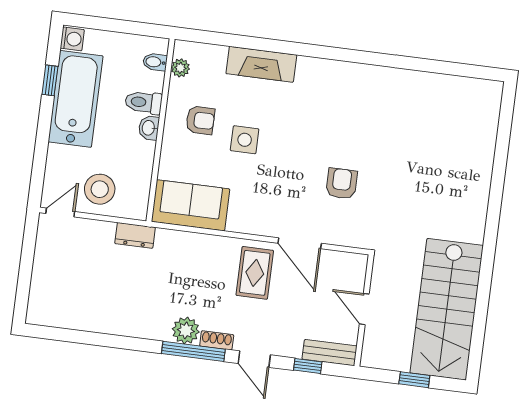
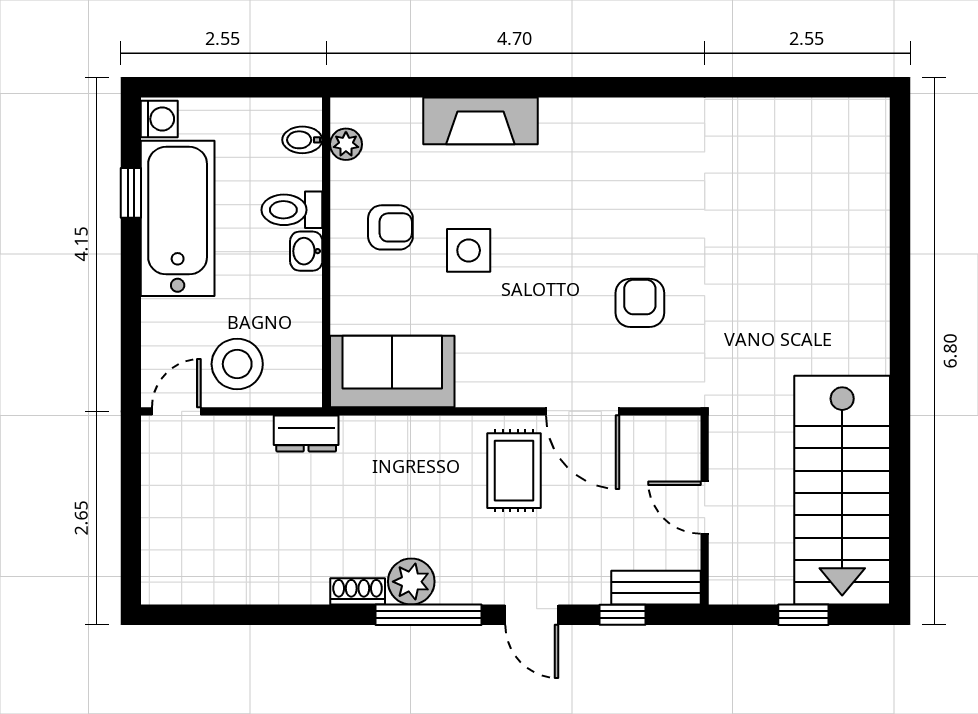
shoe rack: (217, 340) -> (358, 591), moved

